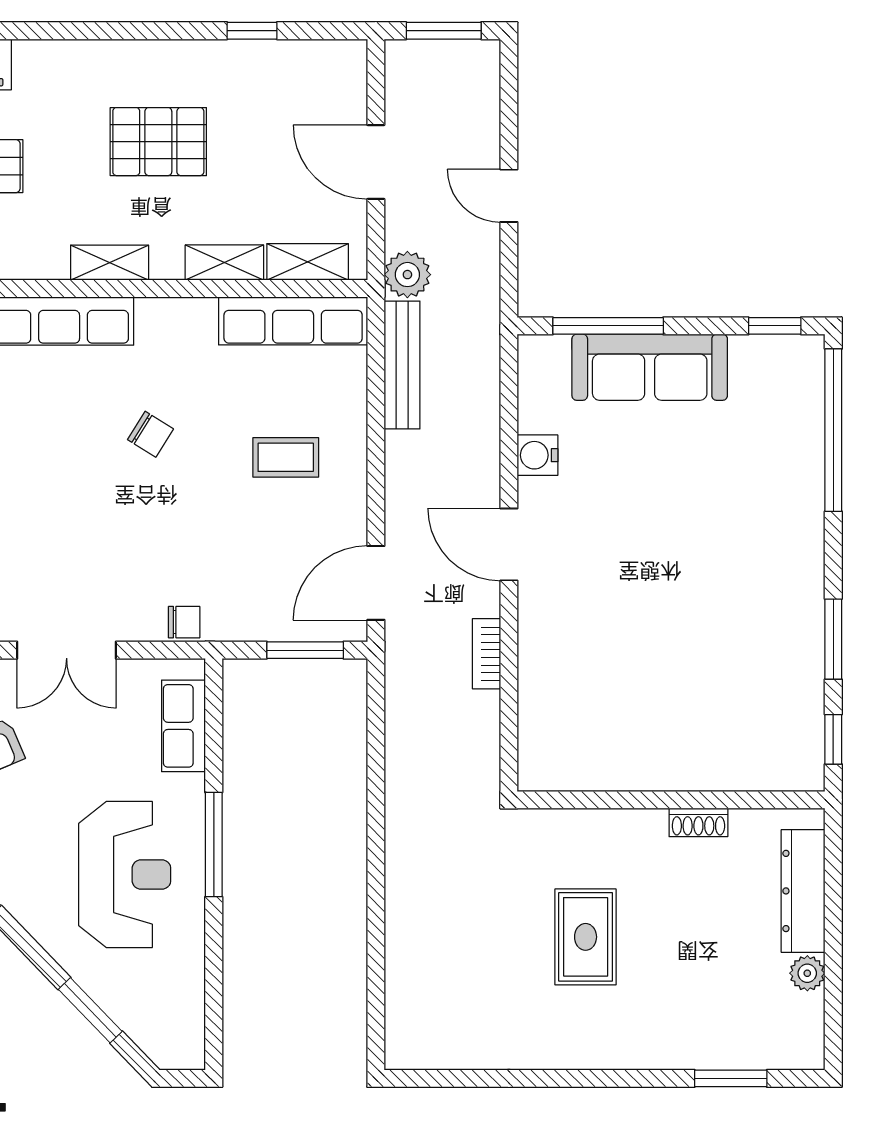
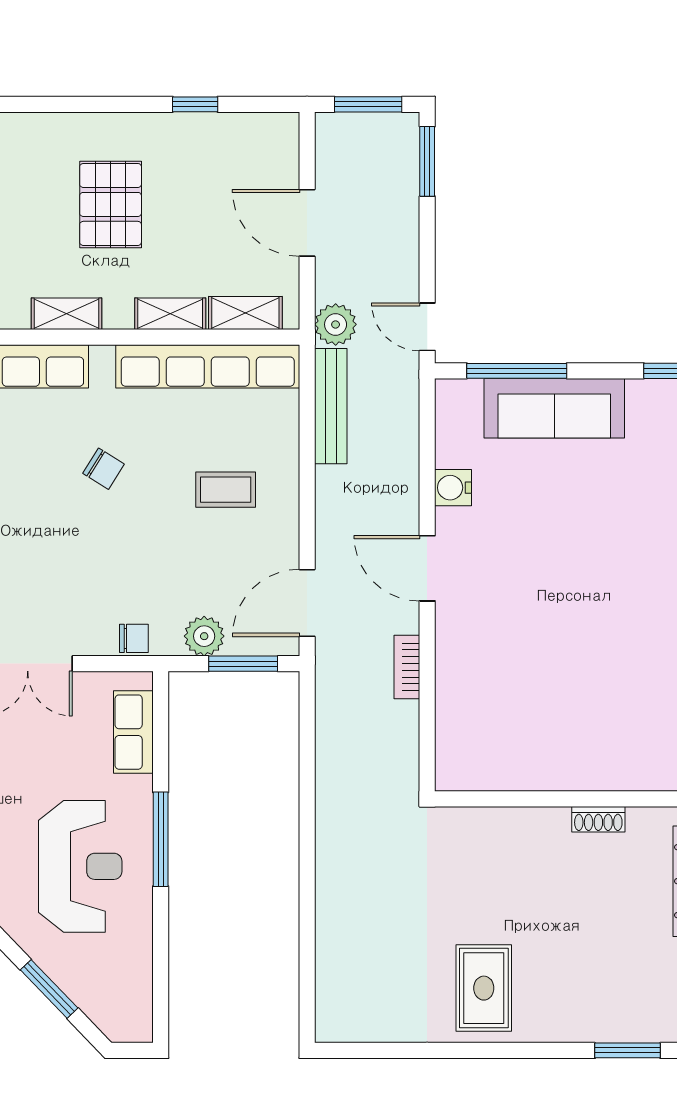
window: (509, 94) -> (427, 161), added
pallet: (158, 142) -> (111, 204), turned 90
door: (509, 196) -> (427, 327), moved
row of seats: (293, 321) -> (208, 366), width x1.36
plant: (262, 620) -> (204, 636), added
rug: (586, 937) -> (484, 988), moved

